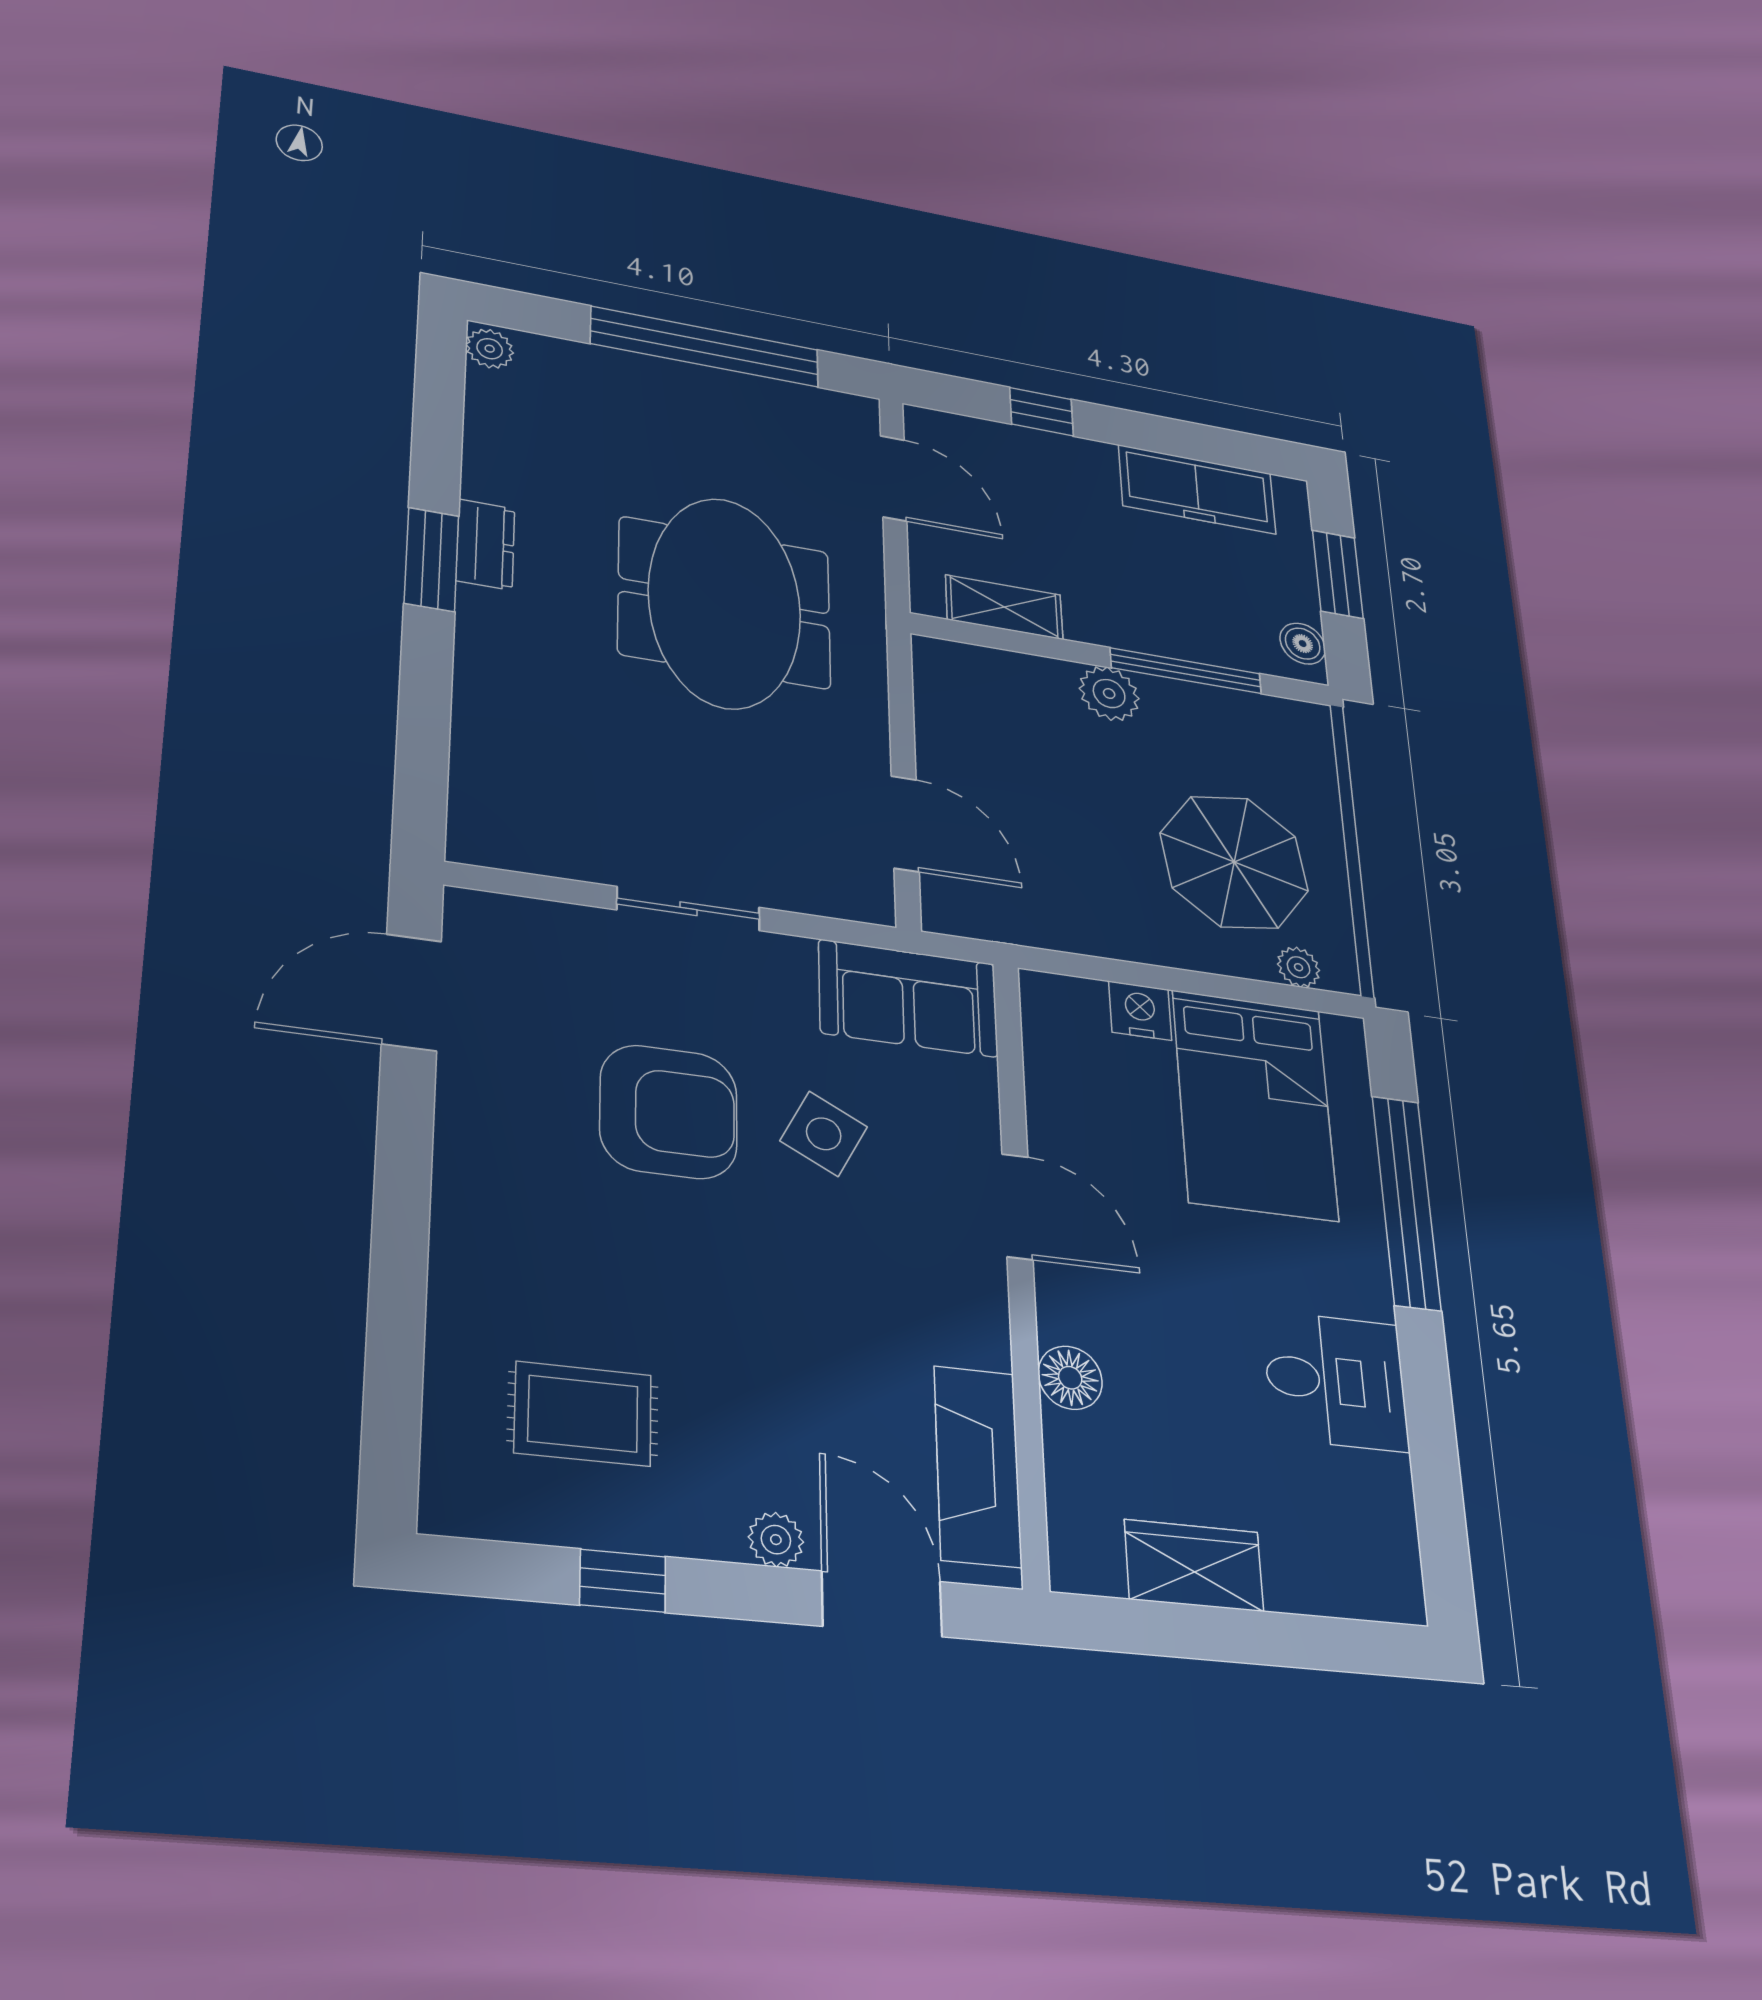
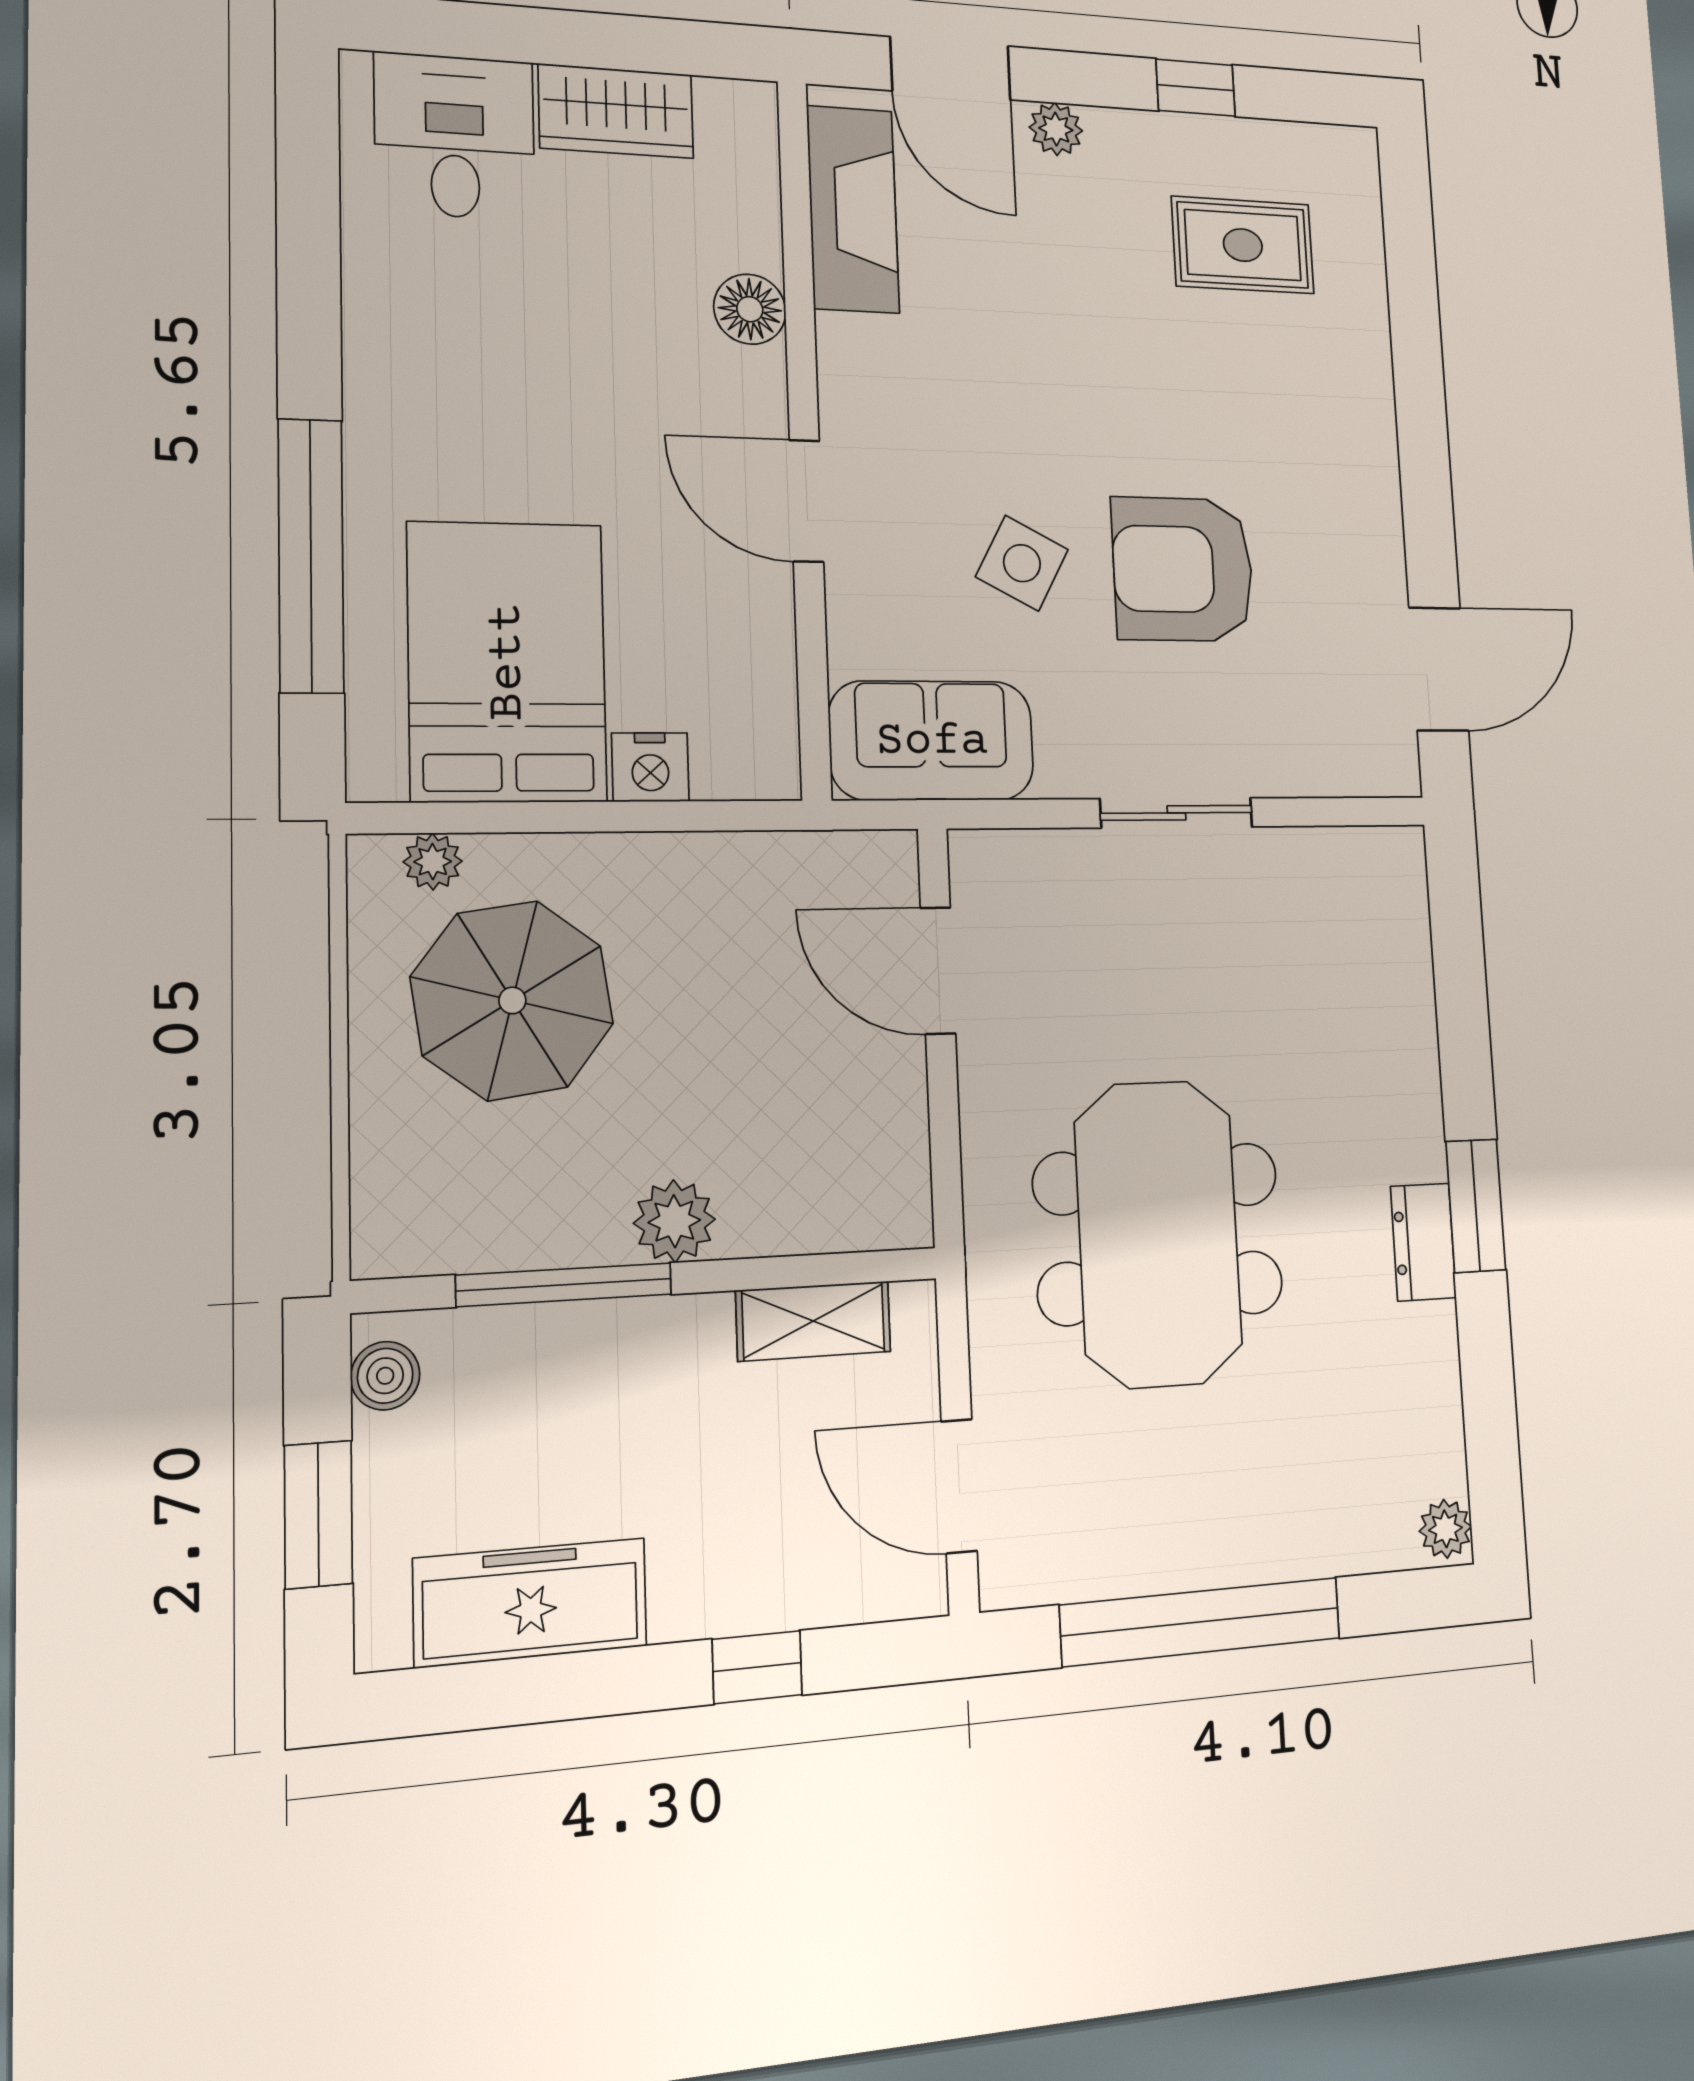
desk: (1336, 1381) -> (455, 136), moved, turned 90

